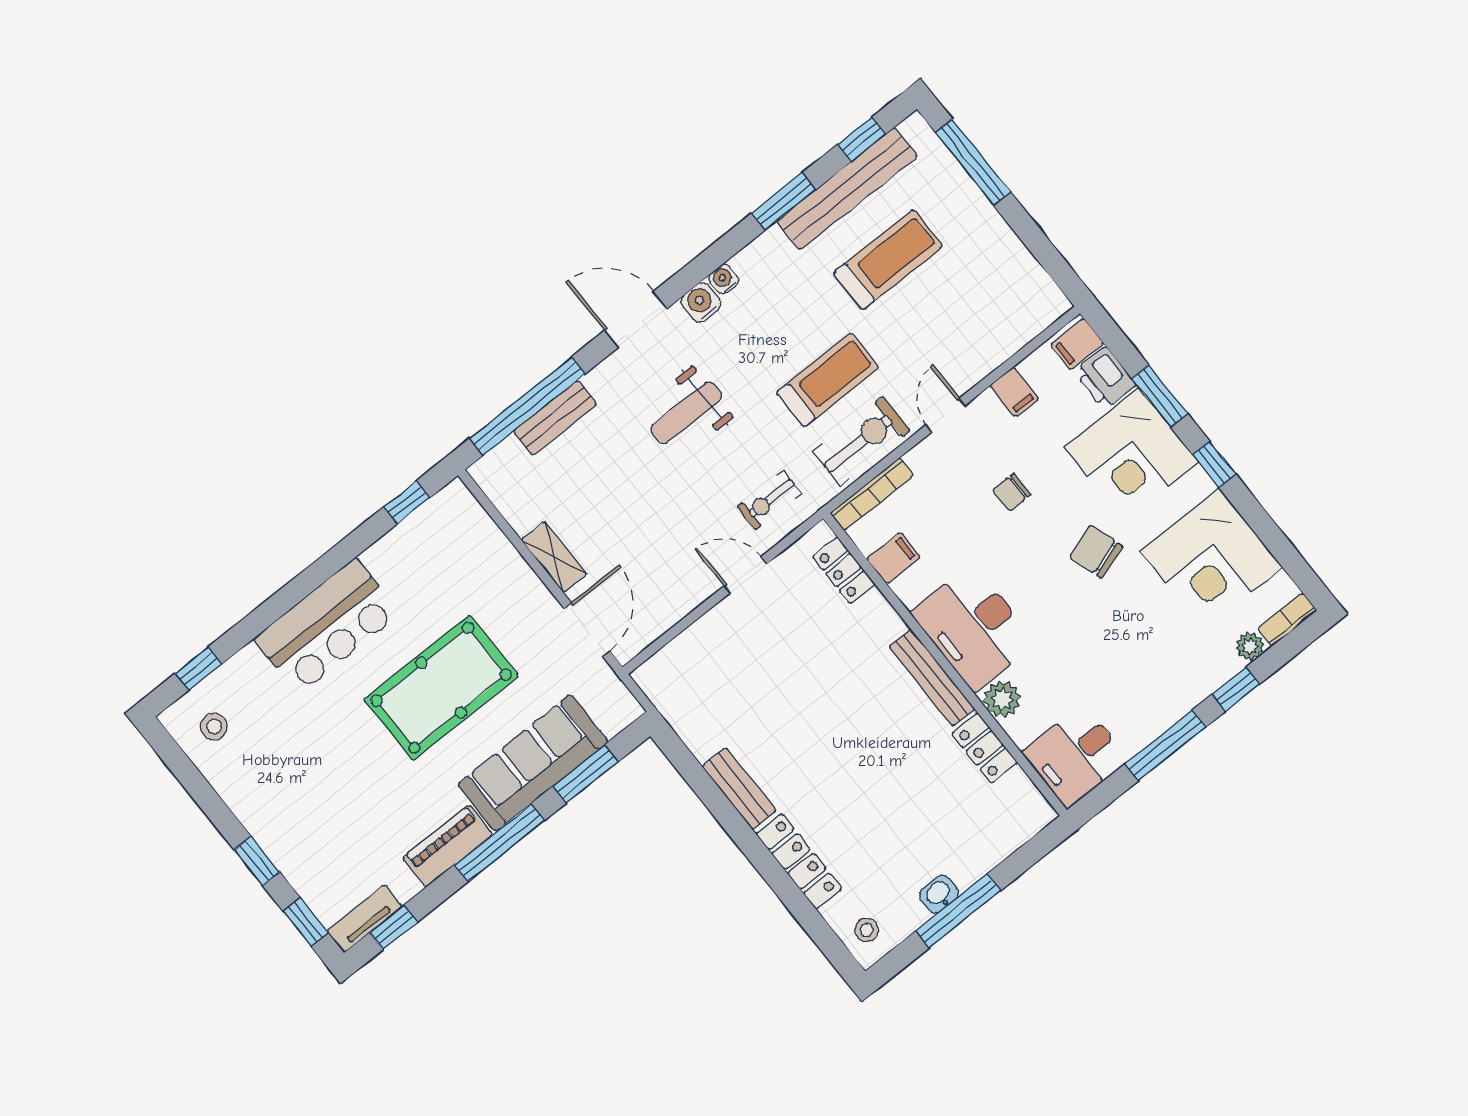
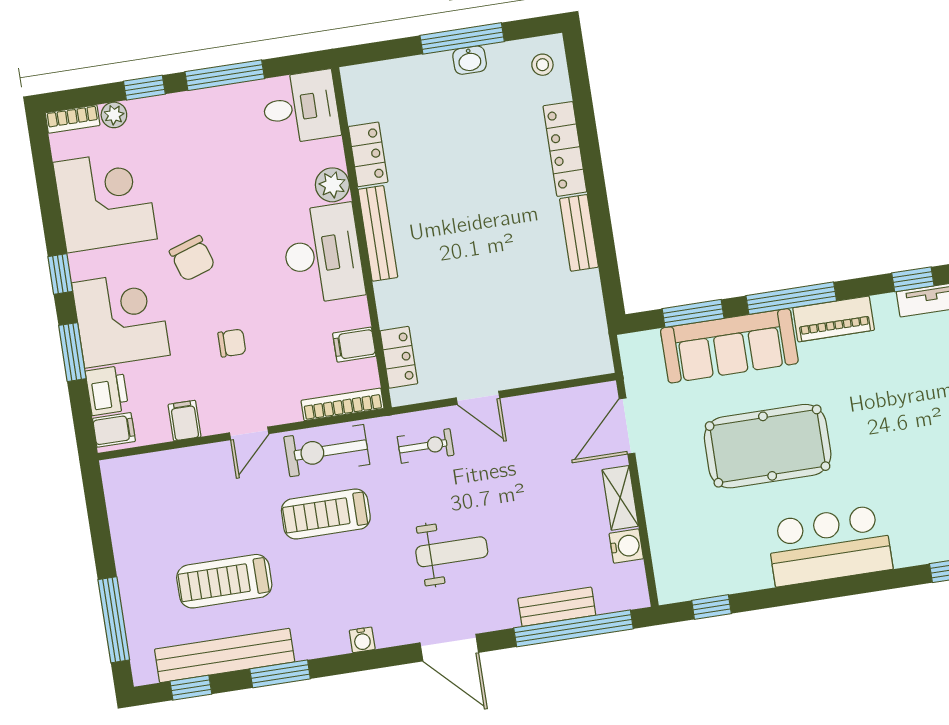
water cooler: (701, 302) -> (626, 546), moved, turned -90

